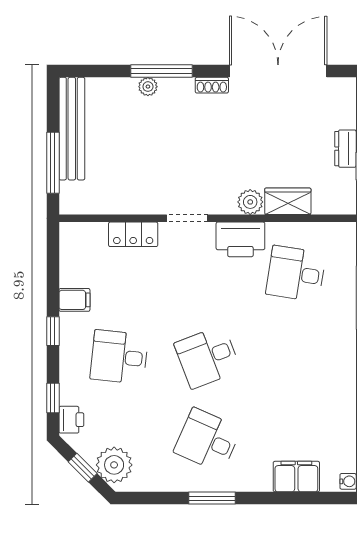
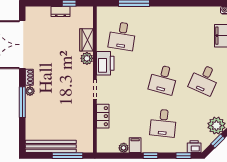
plant: (148, 87) -> (30, 91), moved
plant: (69, 276) -> (124, 148), added
desk: (208, 357) -> (163, 79), turned 36

